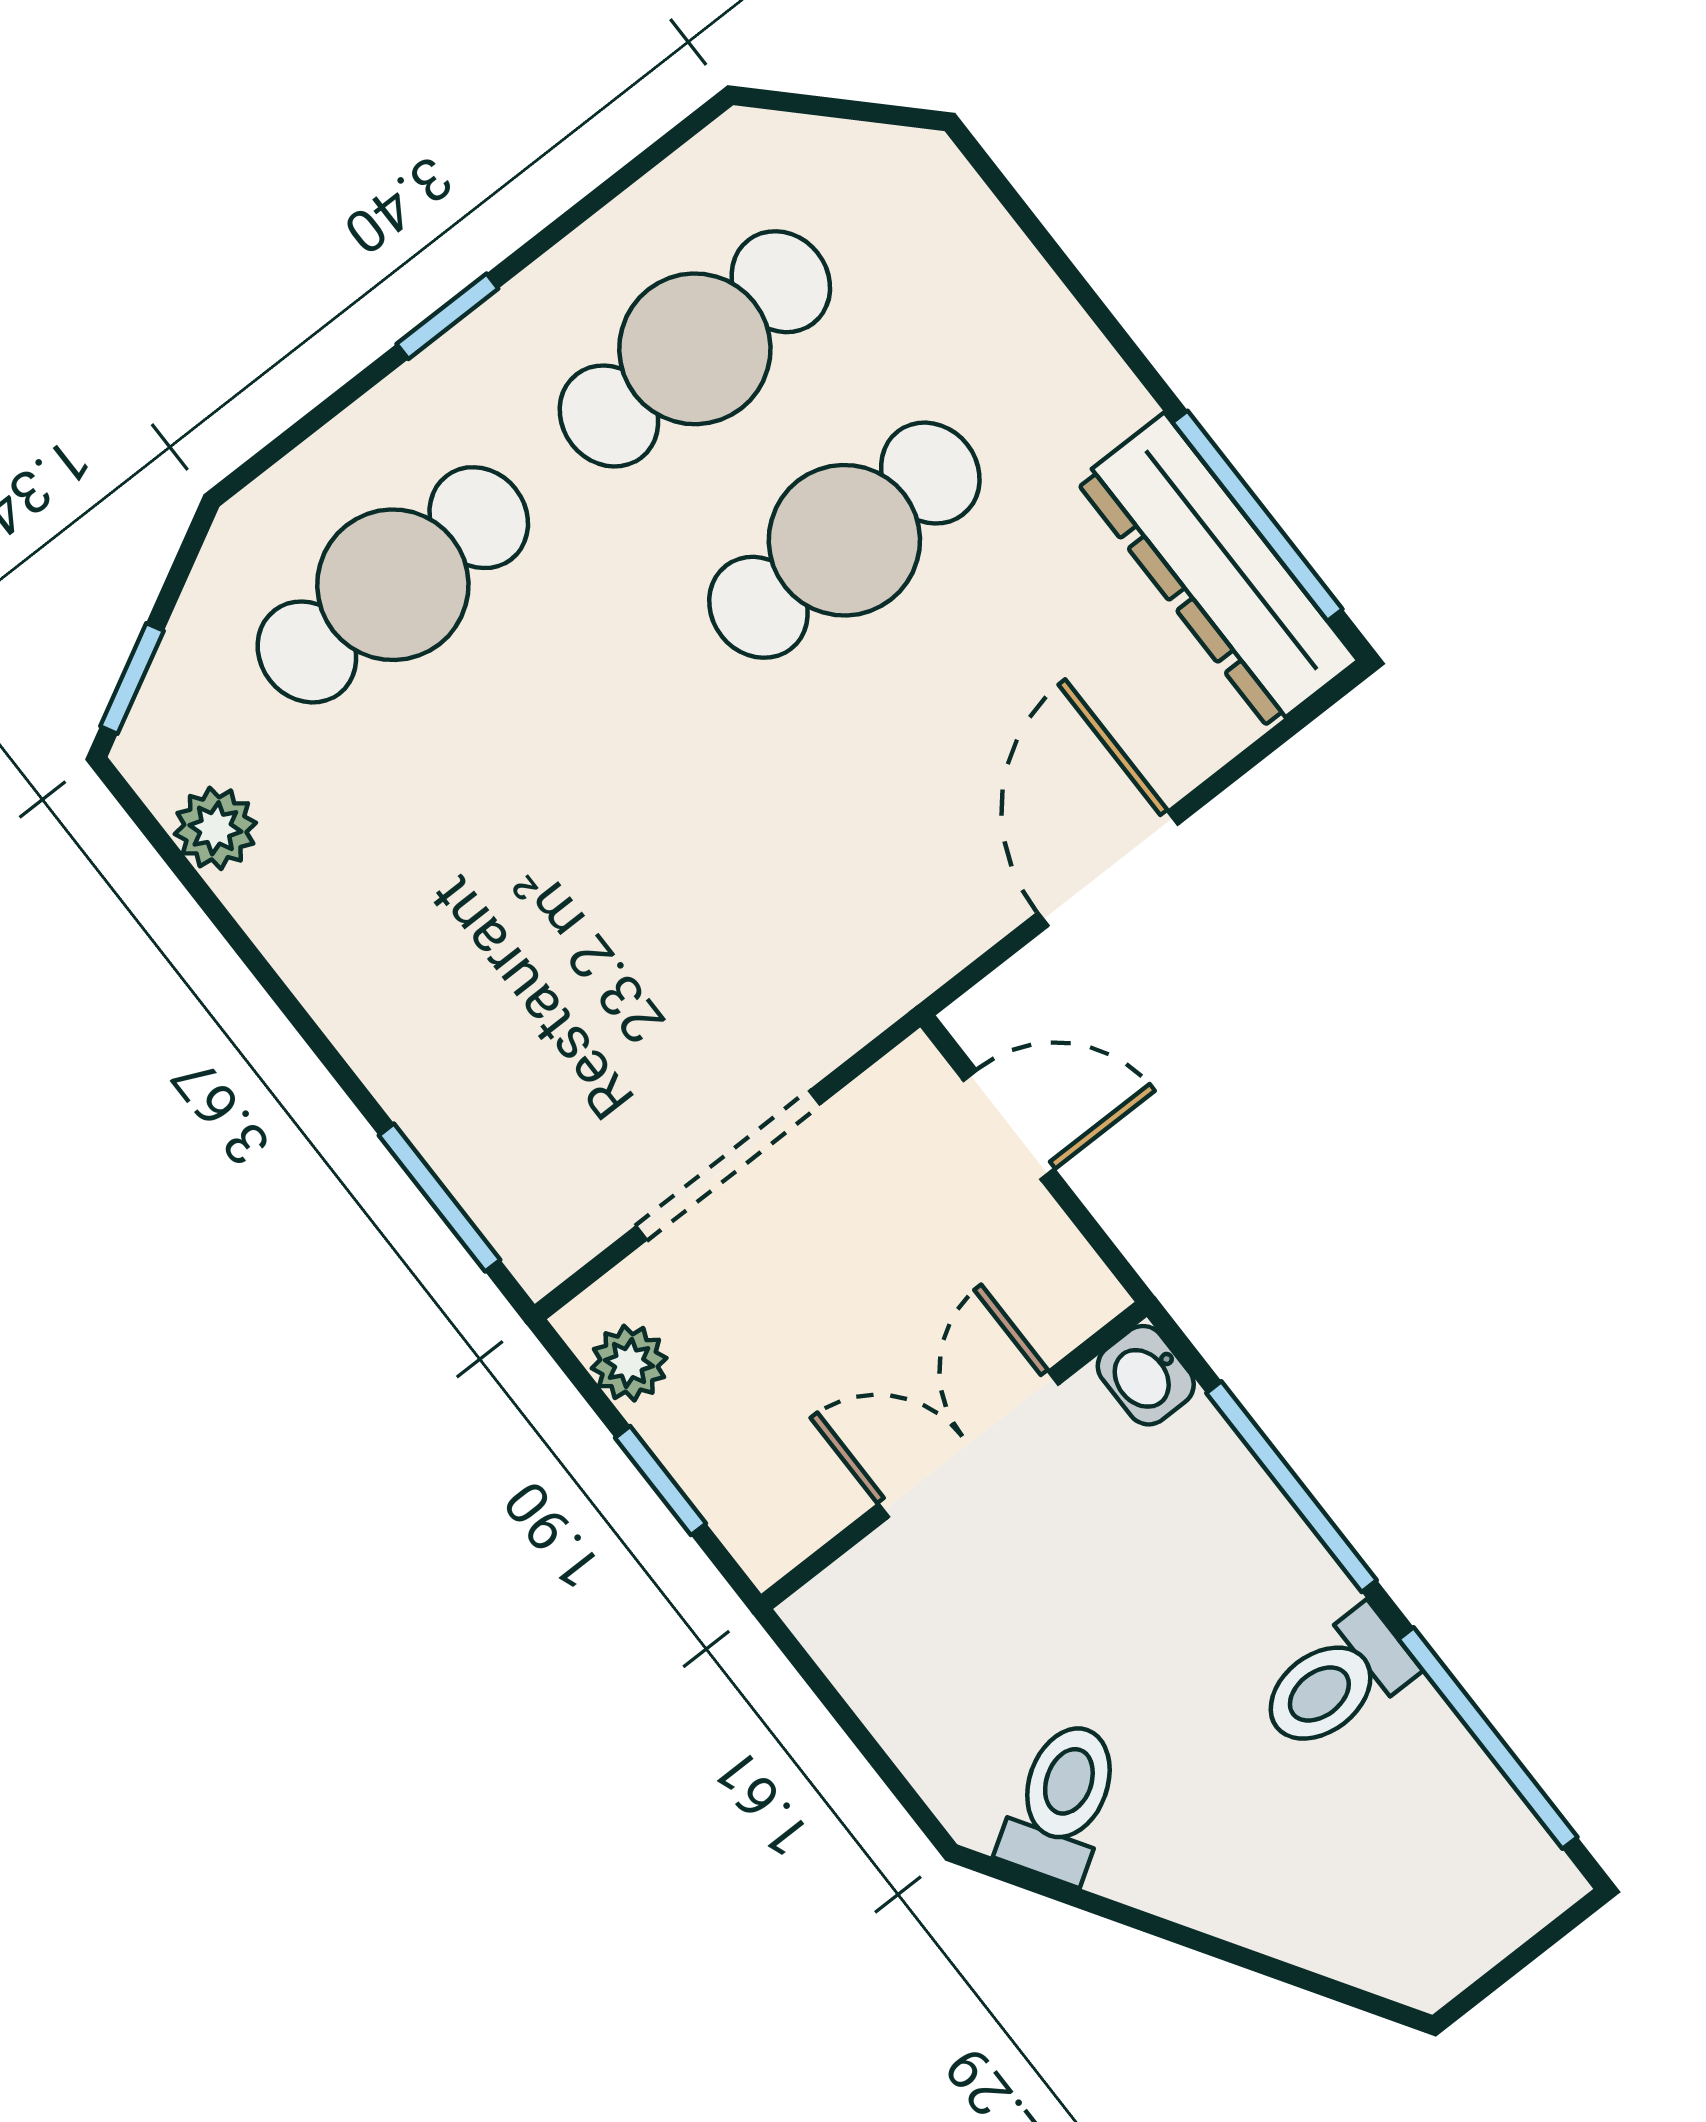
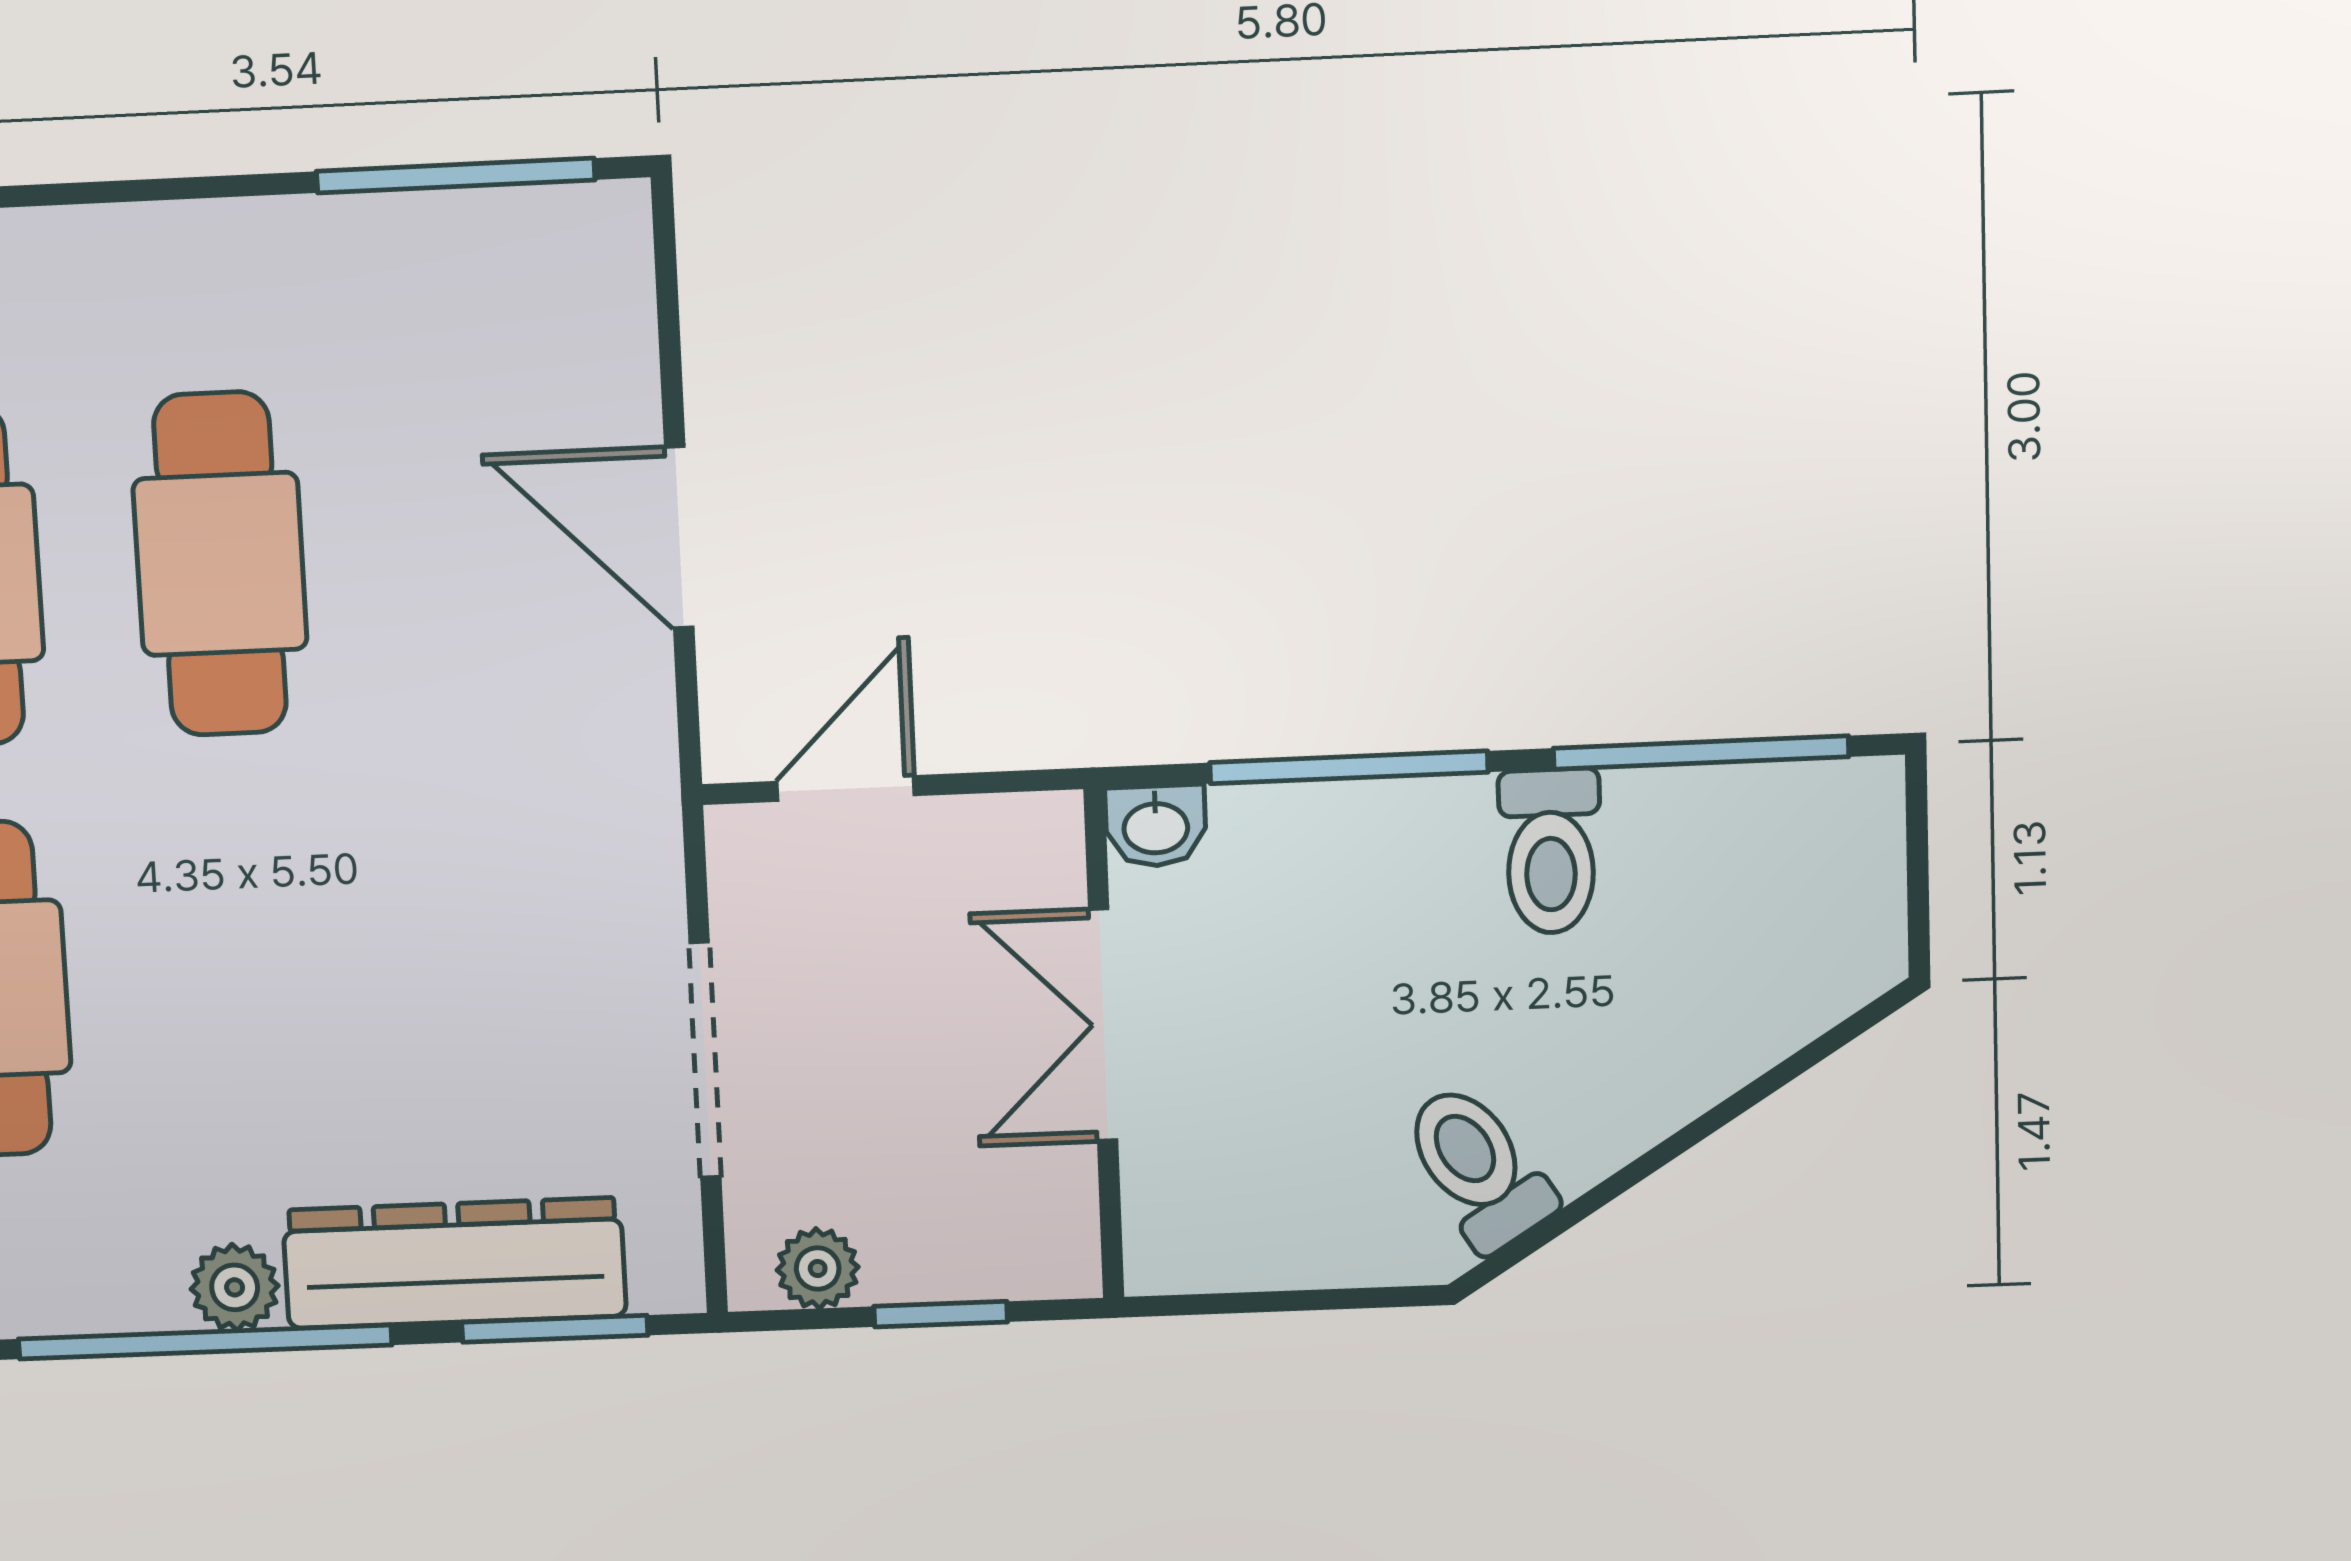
dresser: (1217, 571) -> (454, 1263), moved, turned 180
plant: (215, 828) -> (235, 1287), moved
window: (238, 939) -> (205, 1342), added

